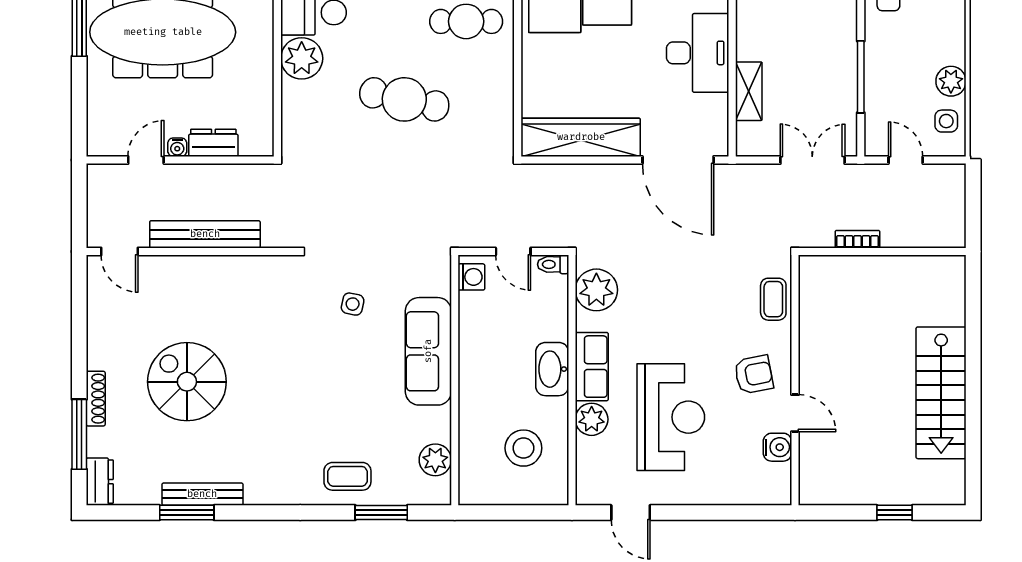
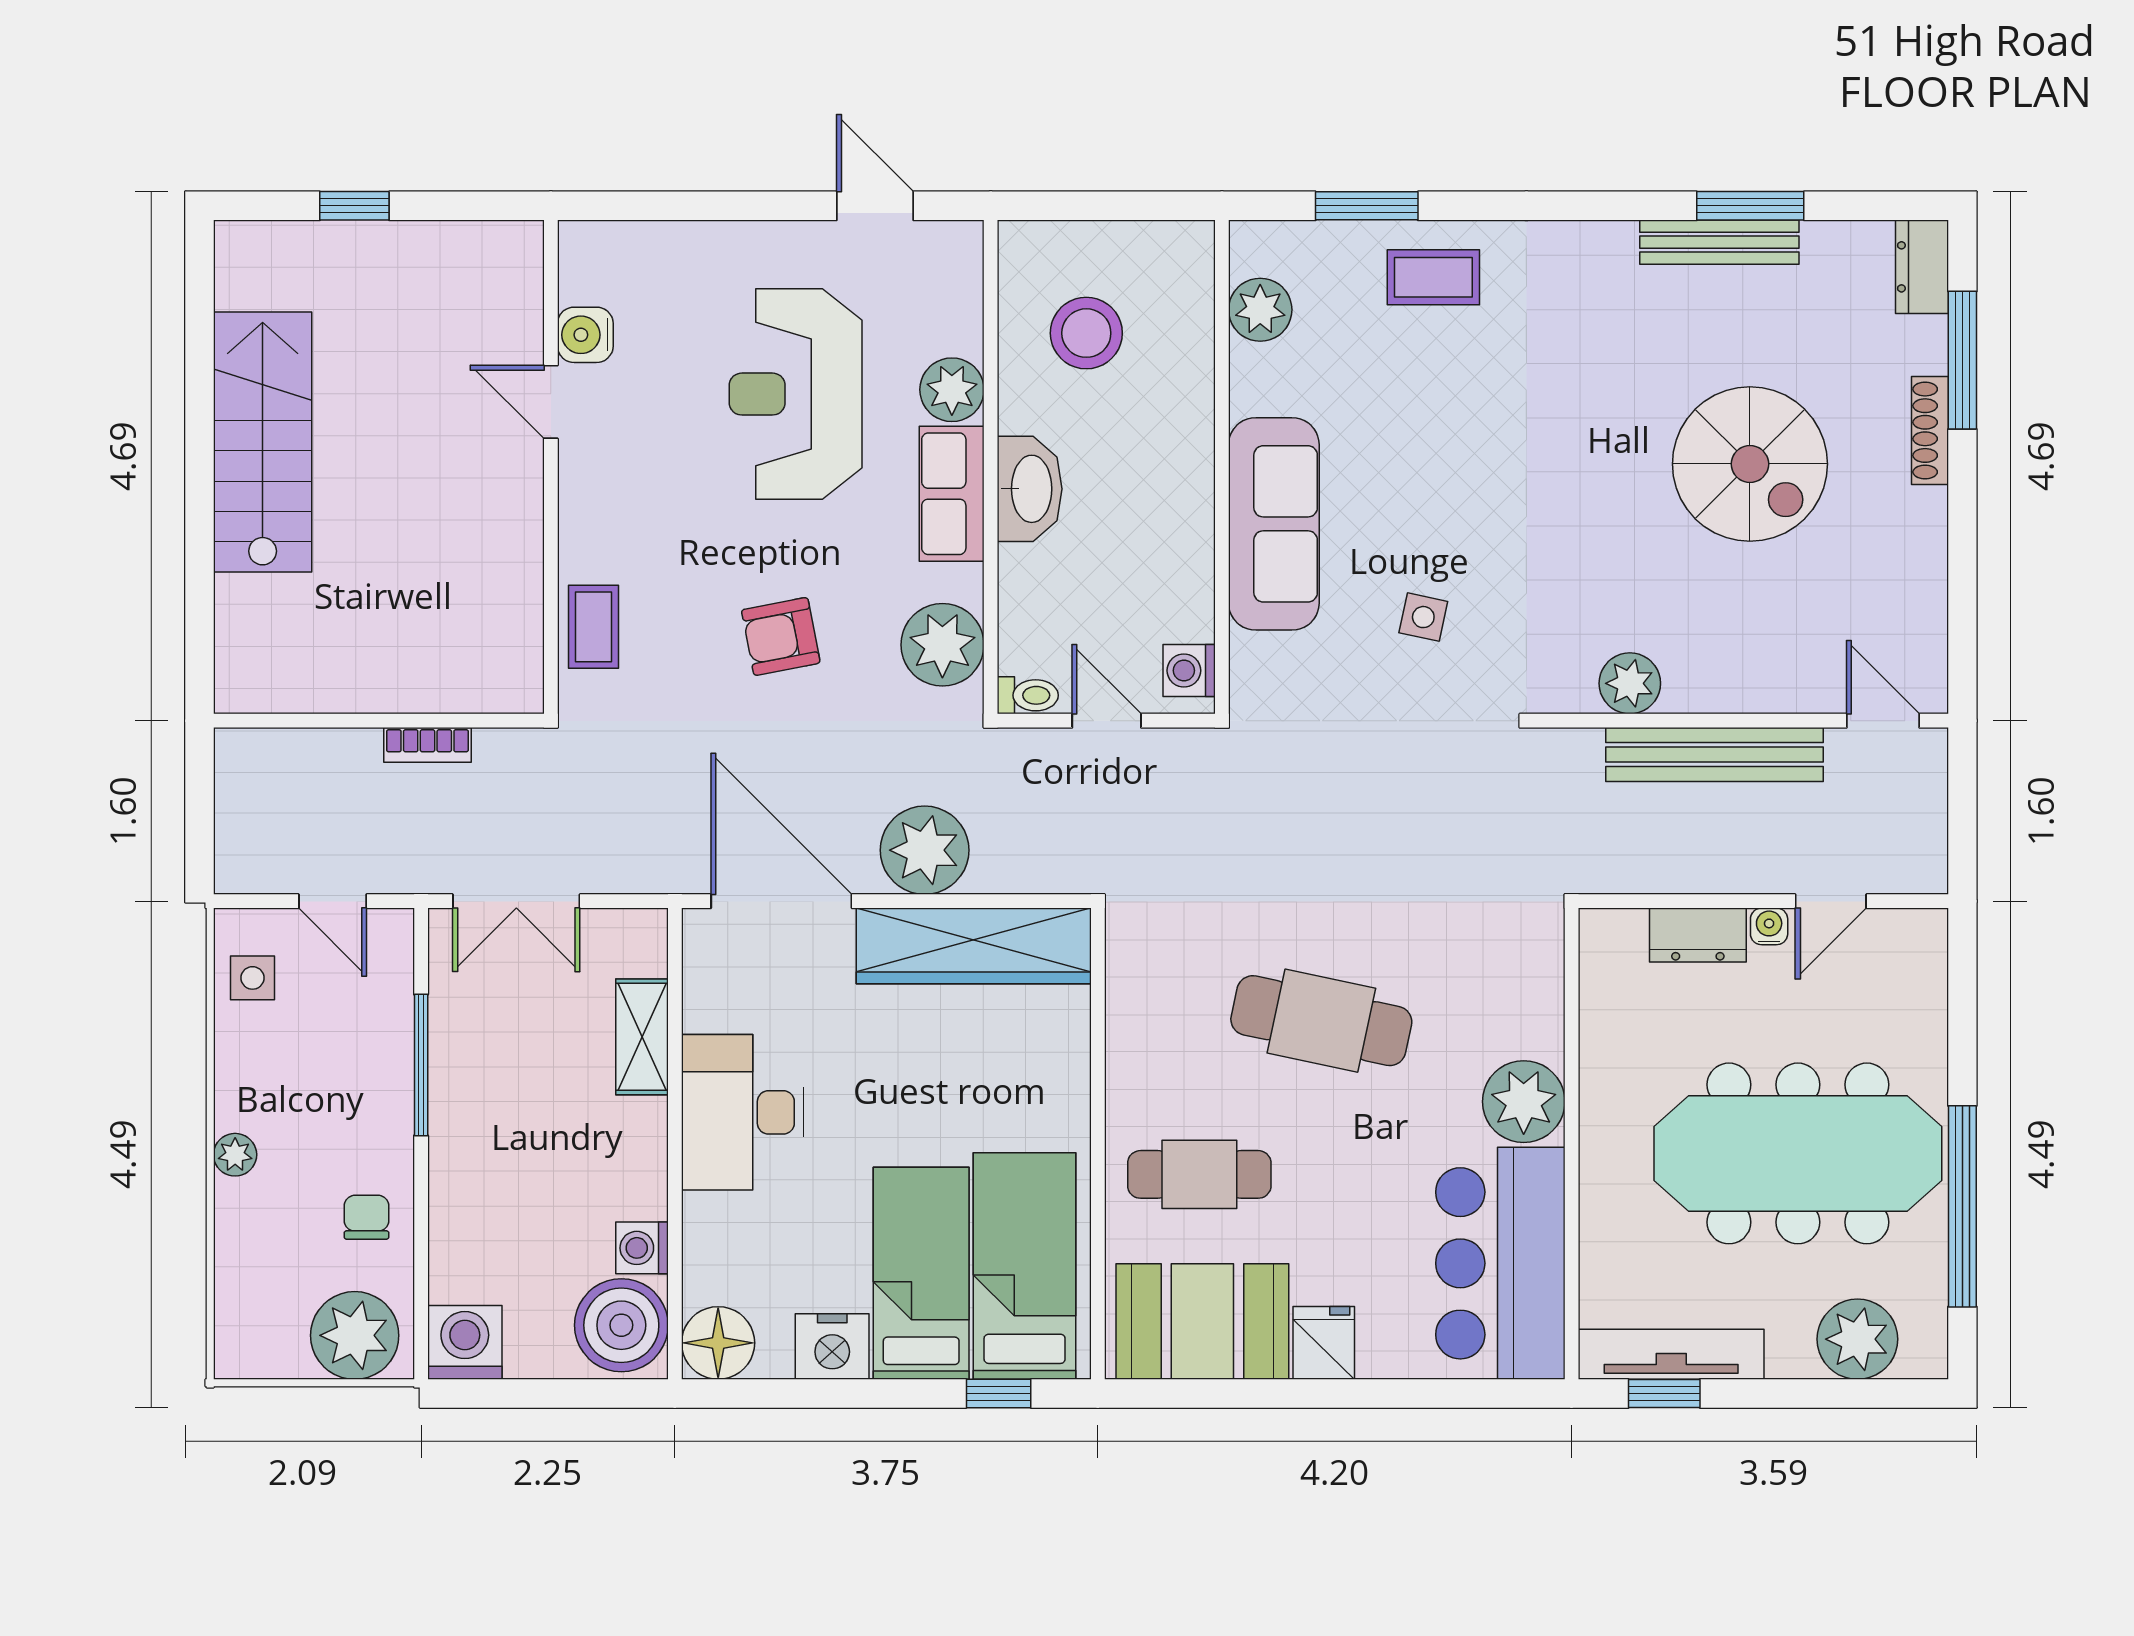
plant: (951, 81) -> (235, 1155), moved, width x0.73, depth x0.73
plant: (605, 186) -> (925, 850), added
plant: (248, 270) -> (1630, 683), added
armchair: (754, 374) -> (781, 636), moved

